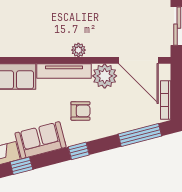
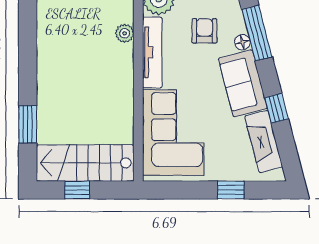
floor lamp: (72, 140) -> (242, 42), added
window: (79, 151) -> (257, 33), width x2.17

